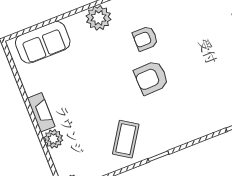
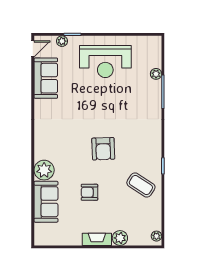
armchair: (145, 38) -> (89, 192), moved, turned 90
sofa: (43, 42) -> (46, 202), moved

